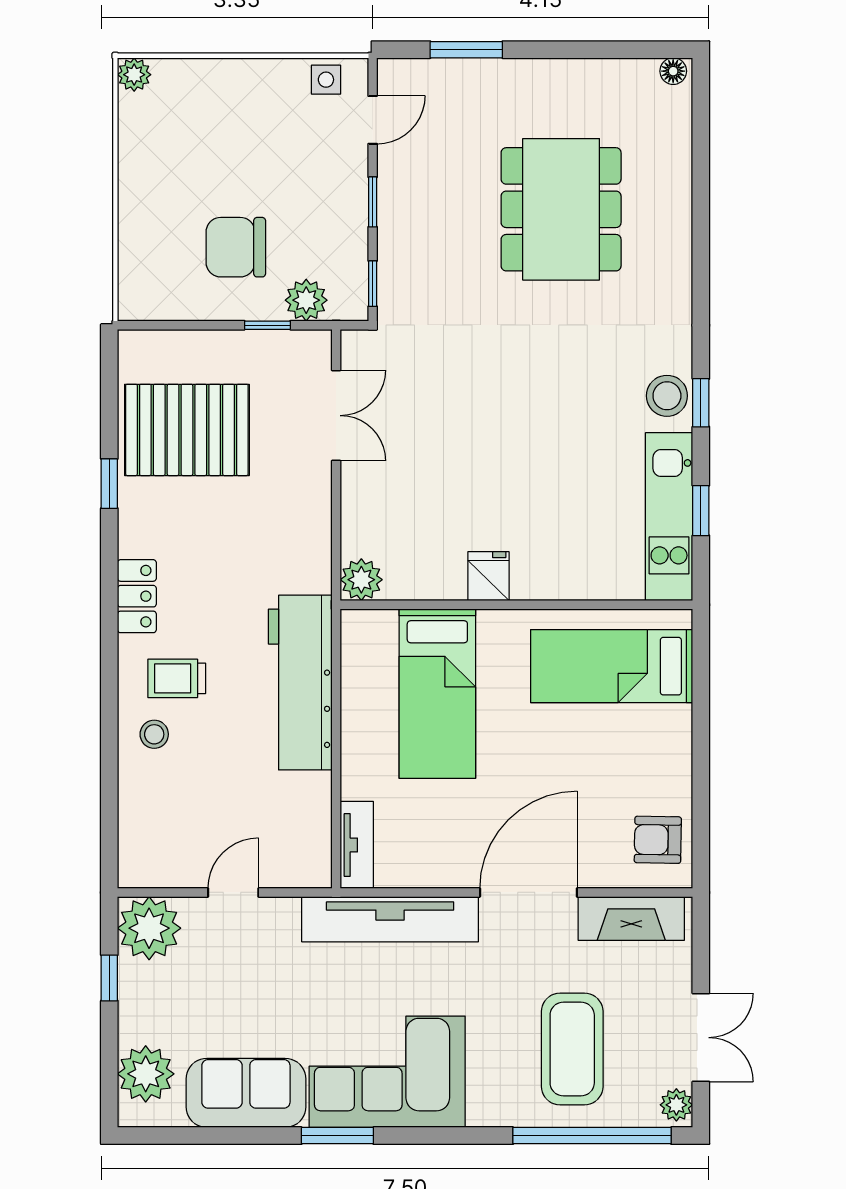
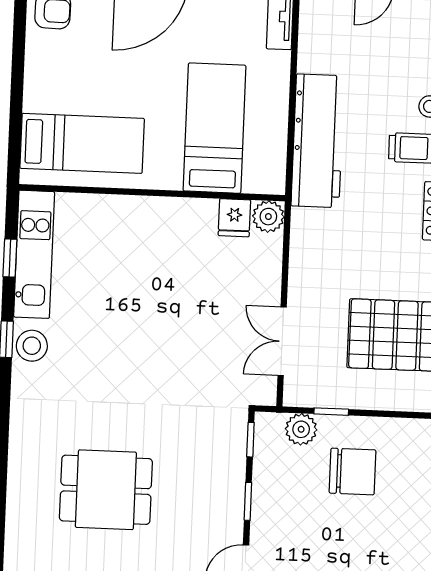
dining table: (561, 209) -> (106, 490), width x0.73
fridge: (488, 576) -> (234, 218), moved

